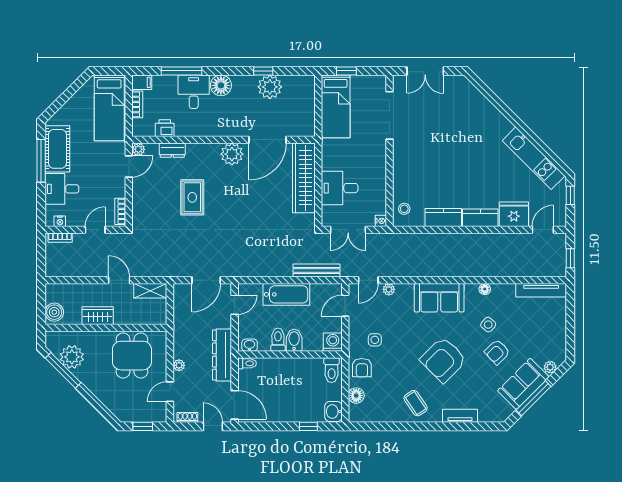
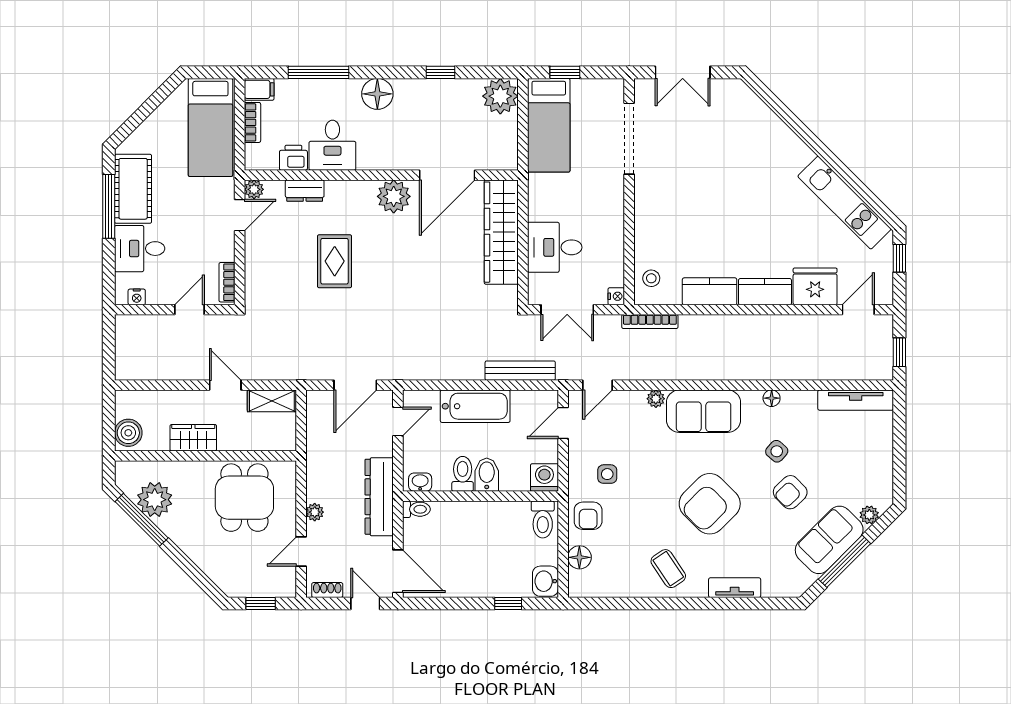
plant: (270, 87) -> (500, 96), moved
desk: (194, 92) -> (332, 145), moved, turned 180
bookcase: (60, 238) -> (650, 321), moved, width x1.56
plant: (389, 289) -> (656, 399), moved

